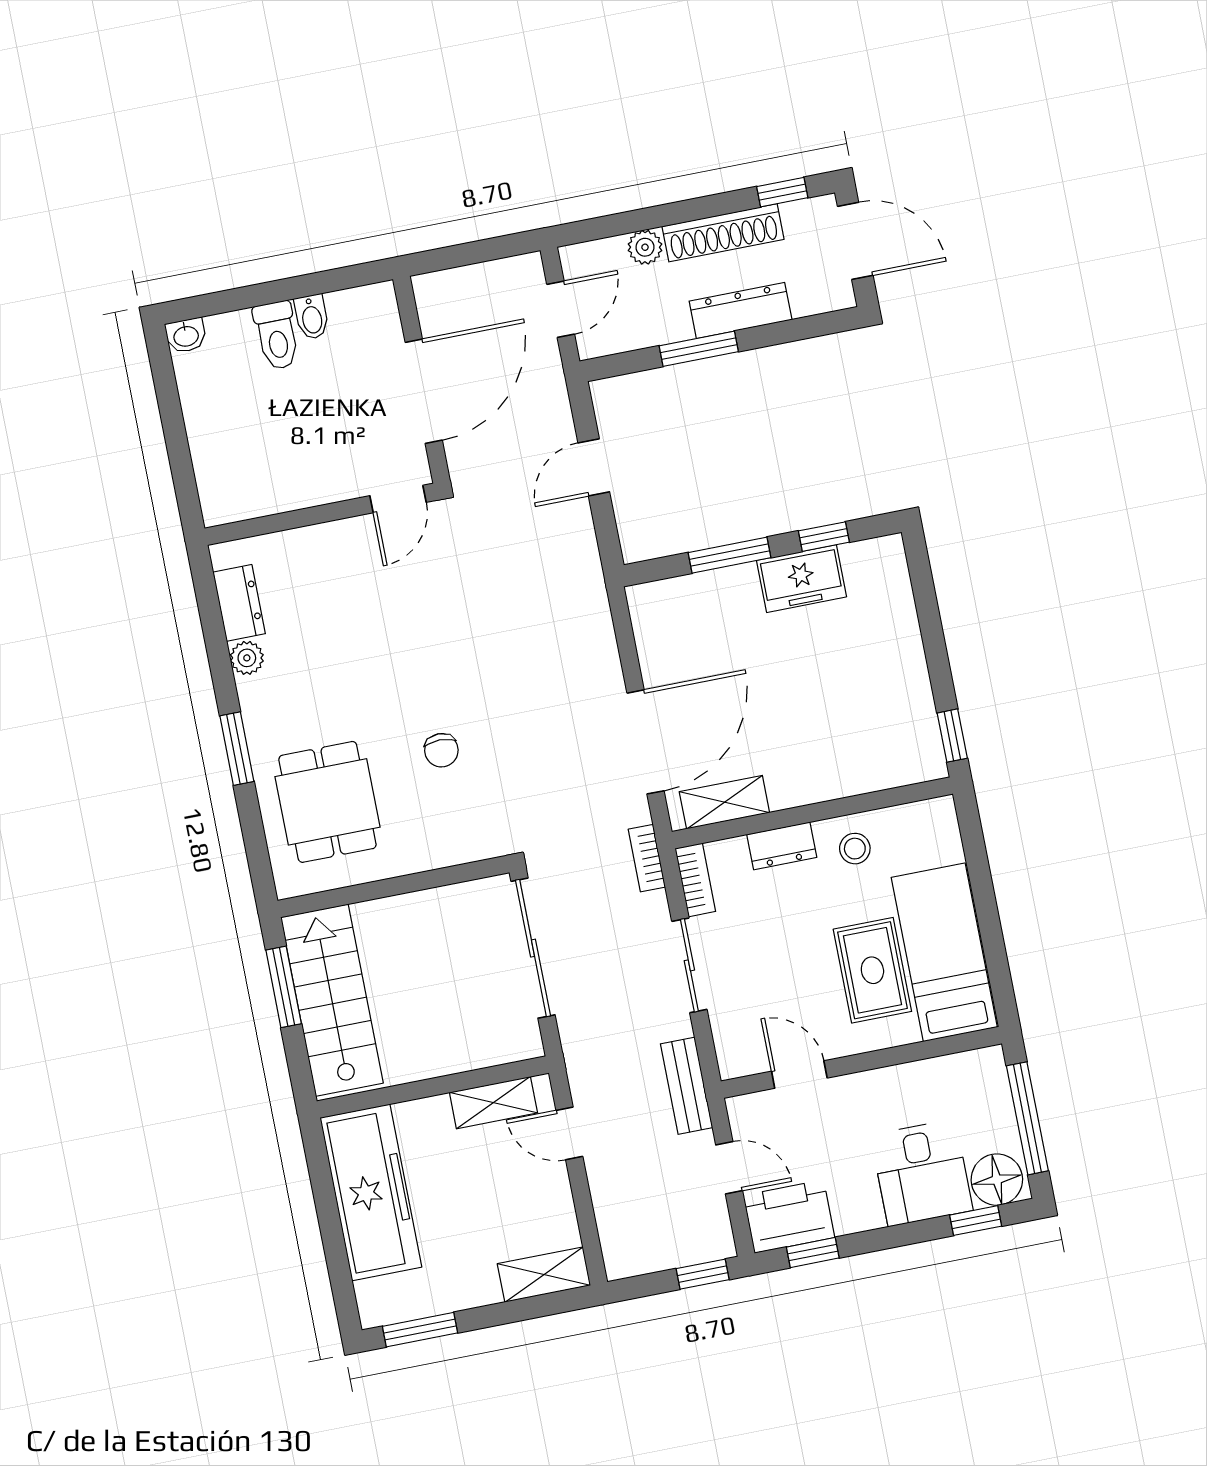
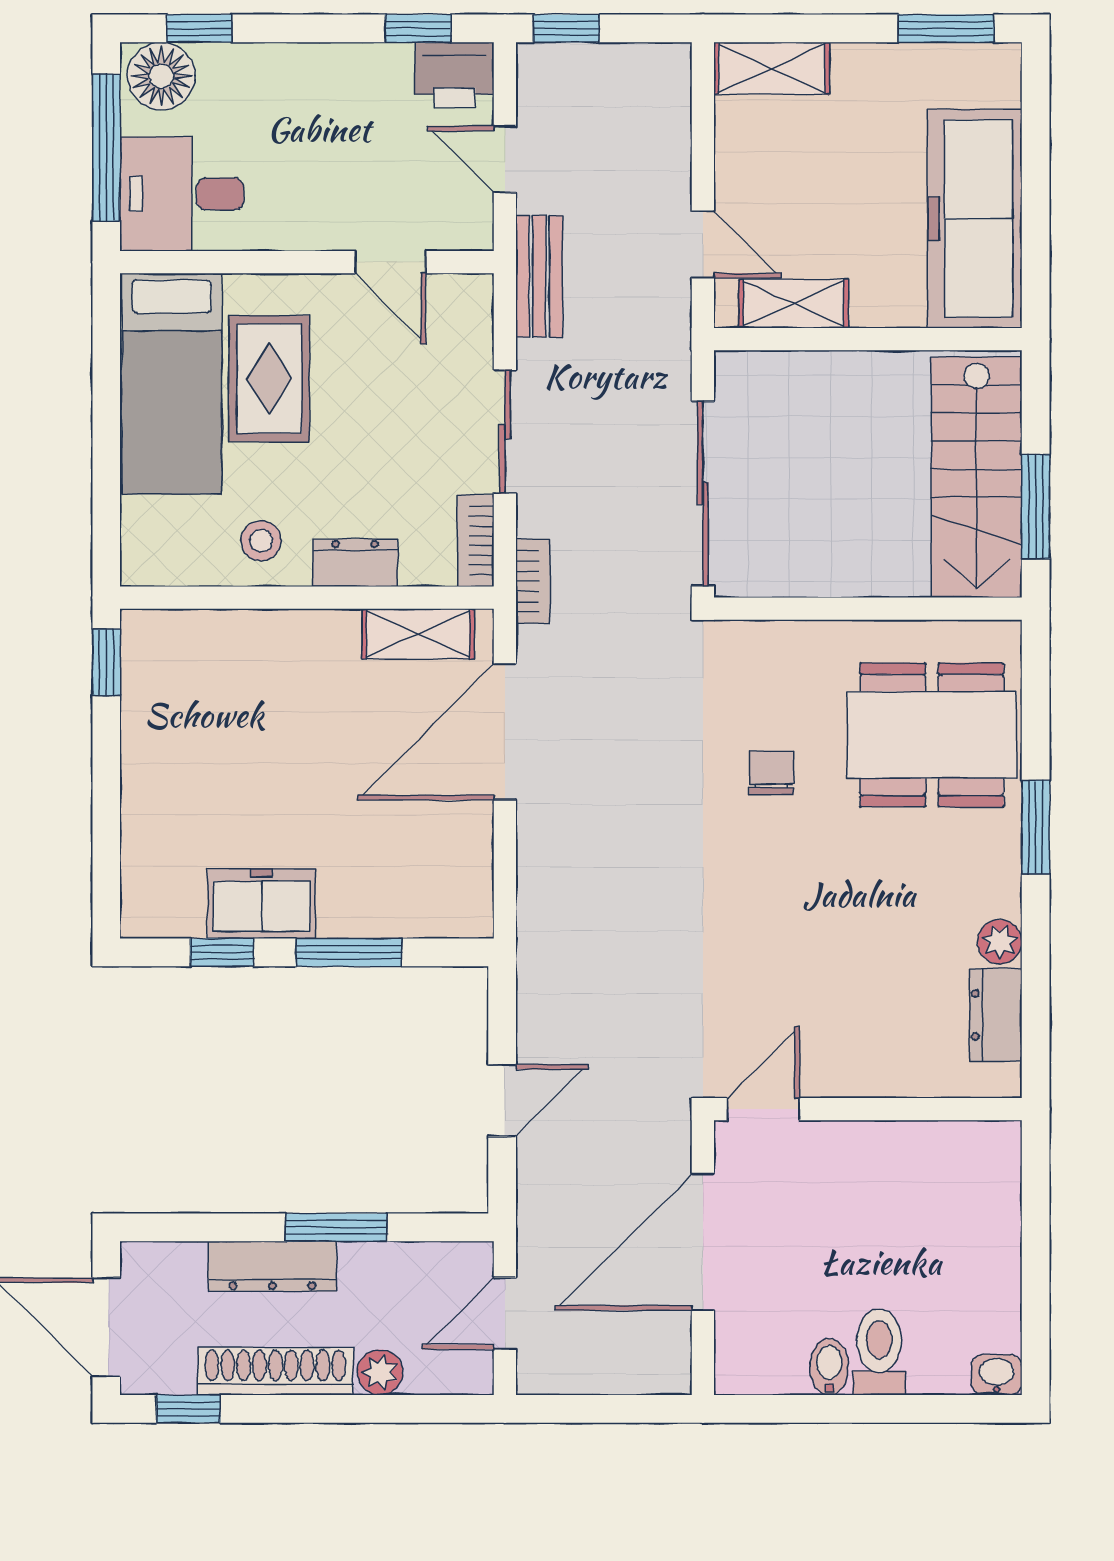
dining table: (327, 802) -> (932, 735), width x1.38
desk: (922, 1173) -> (182, 194), moved, turned -90
printer: (789, 1216) -> (455, 75), width x0.73, depth x0.84

